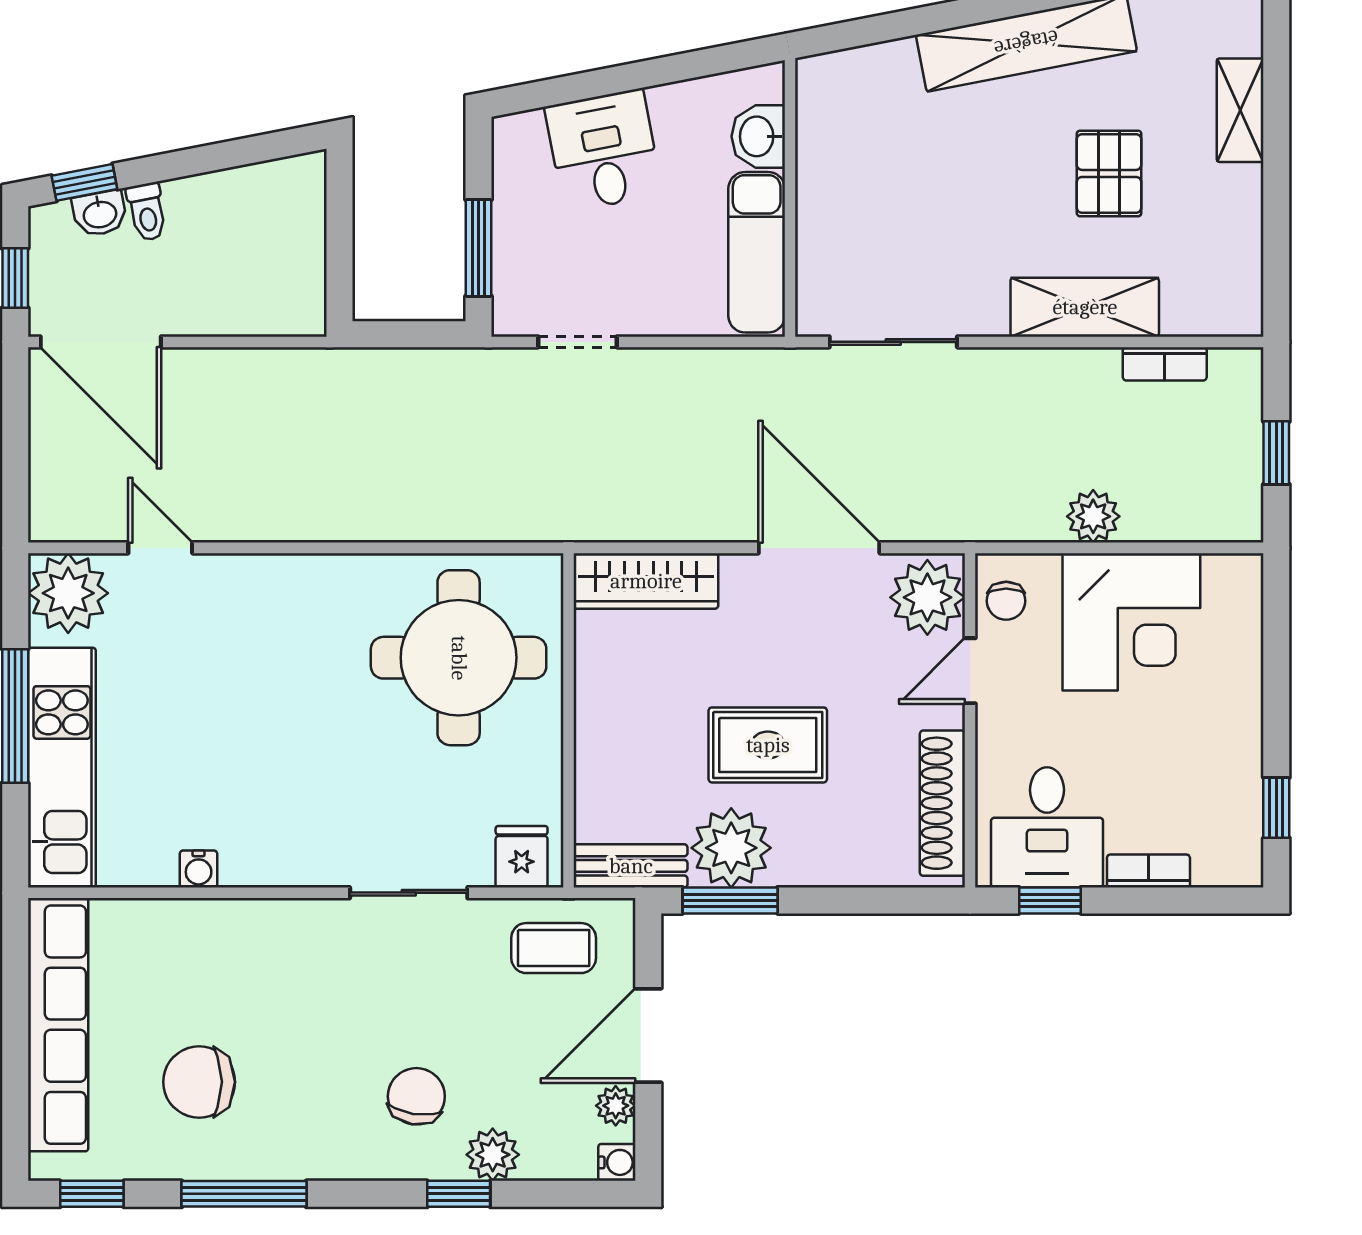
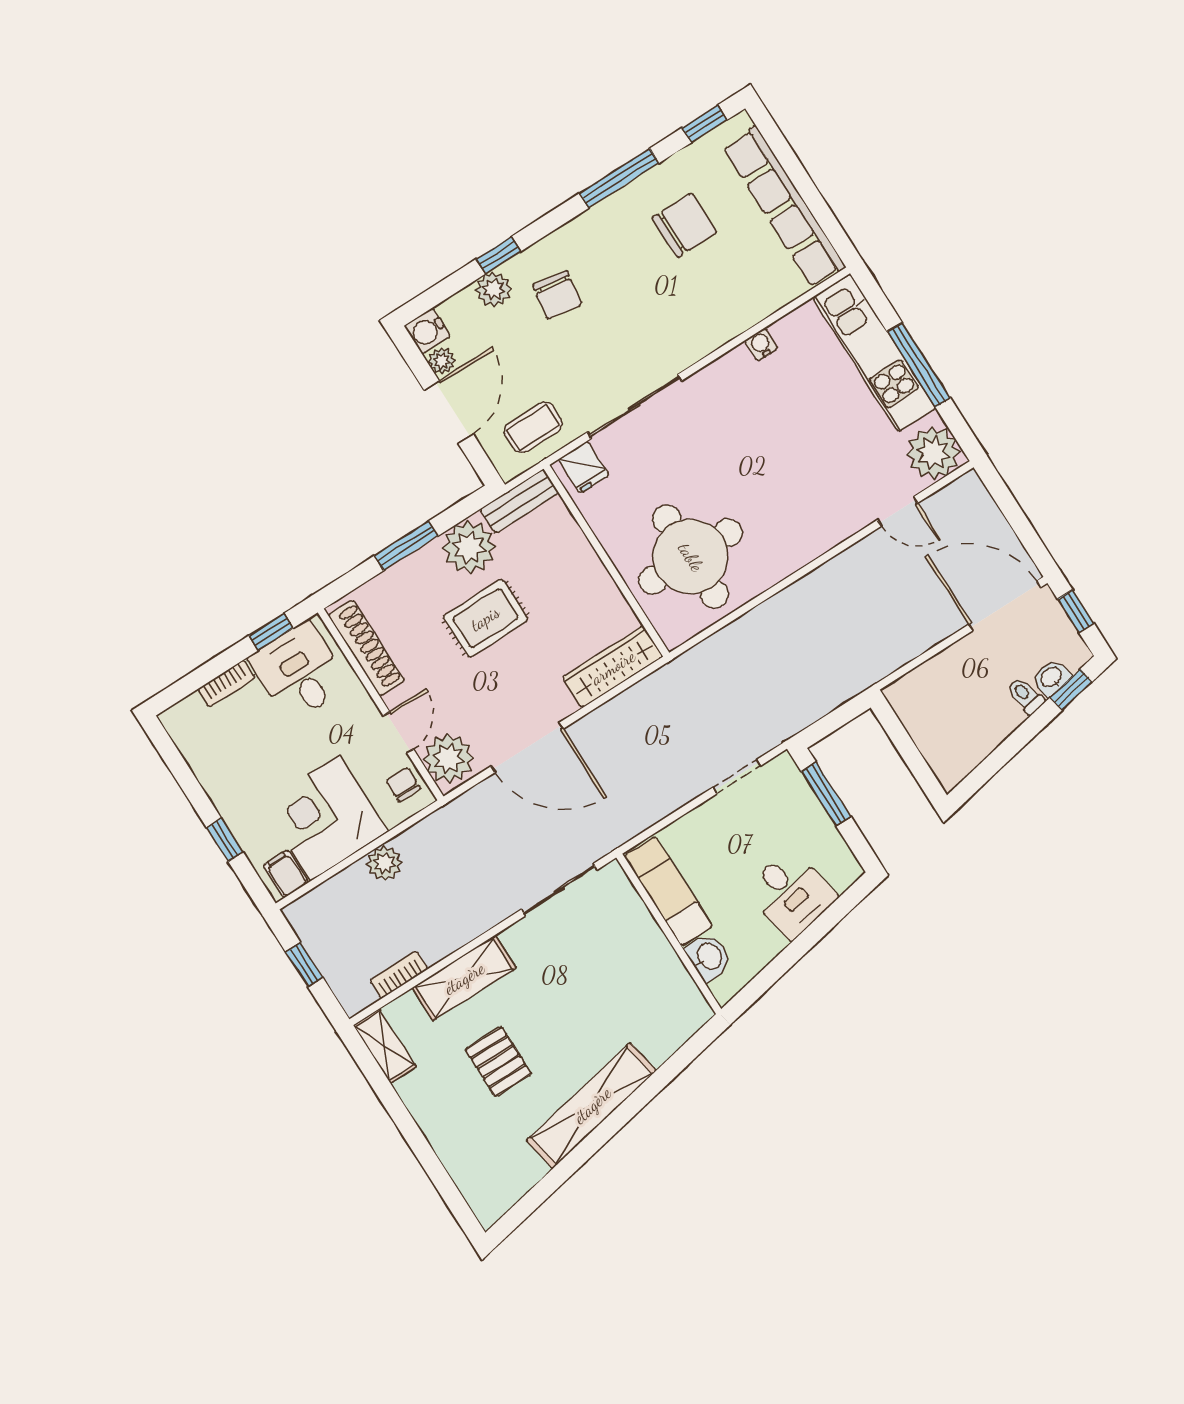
shelving: (1240, 110) -> (385, 1046), moved
filing cabinet: (1227, 583) -> (286, 874), added
window: (1276, 808) -> (225, 840), moved
sliding door: (409, 893) -> (634, 407), width x1.37
window: (730, 900) -> (406, 546), moved
water cooler: (617, 1162) -> (427, 331), width x1.38, depth x1.38

